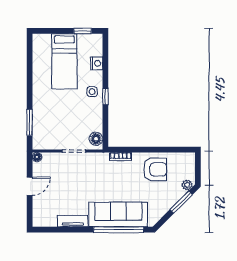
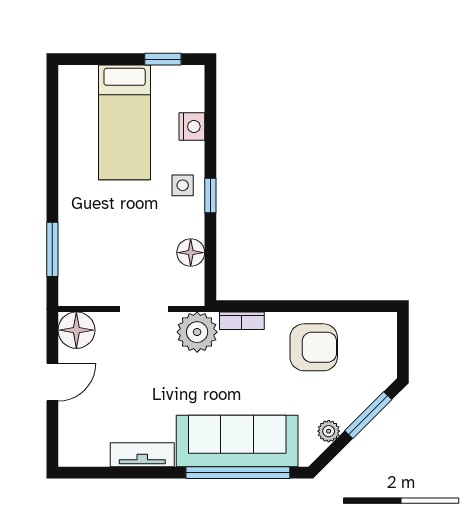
floor lamp: (96, 139) -> (191, 253), moved
floor lamp: (37, 157) -> (76, 330), width x1.89, depth x1.89
plant: (99, 162) -> (197, 332), added
plant: (187, 185) -> (329, 431), moved

